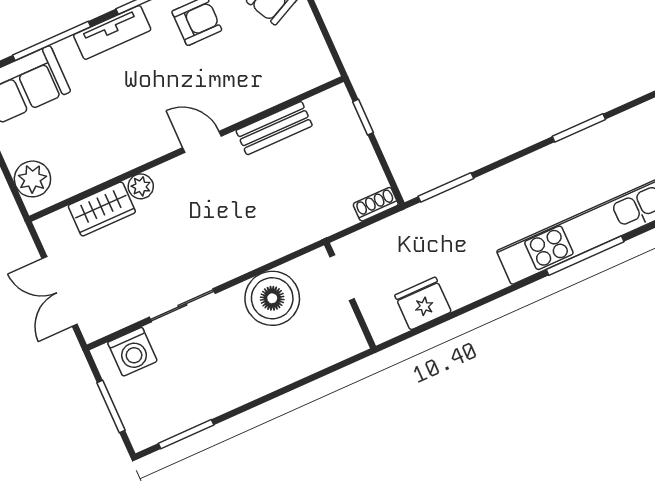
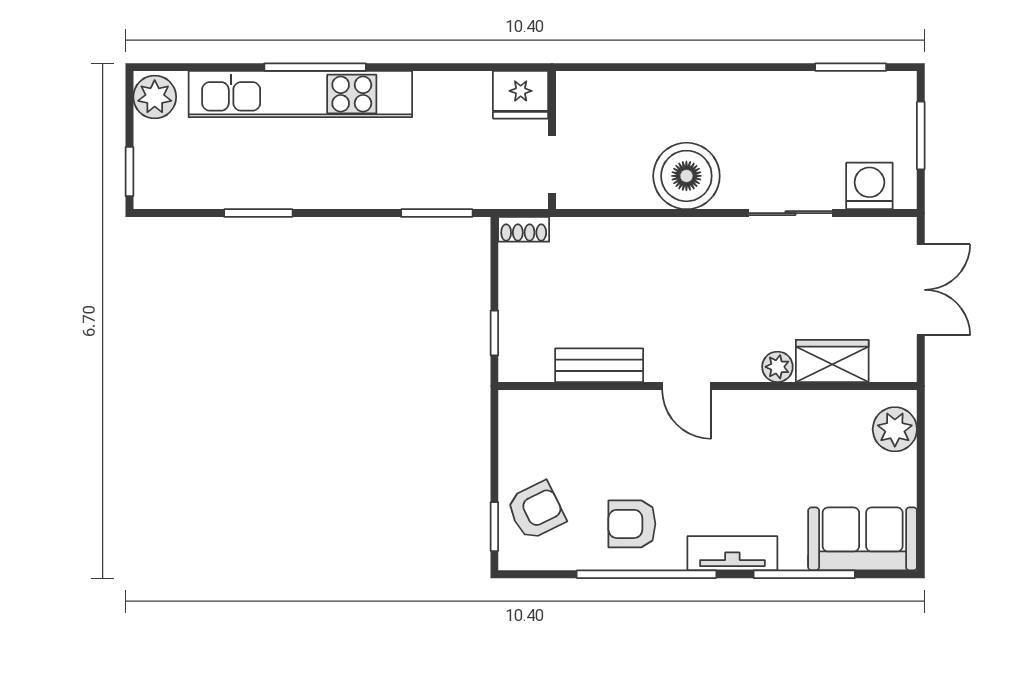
doorway: (342, 278) -> (552, 164), moved
wall: (350, 296) -> (552, 140), moved

